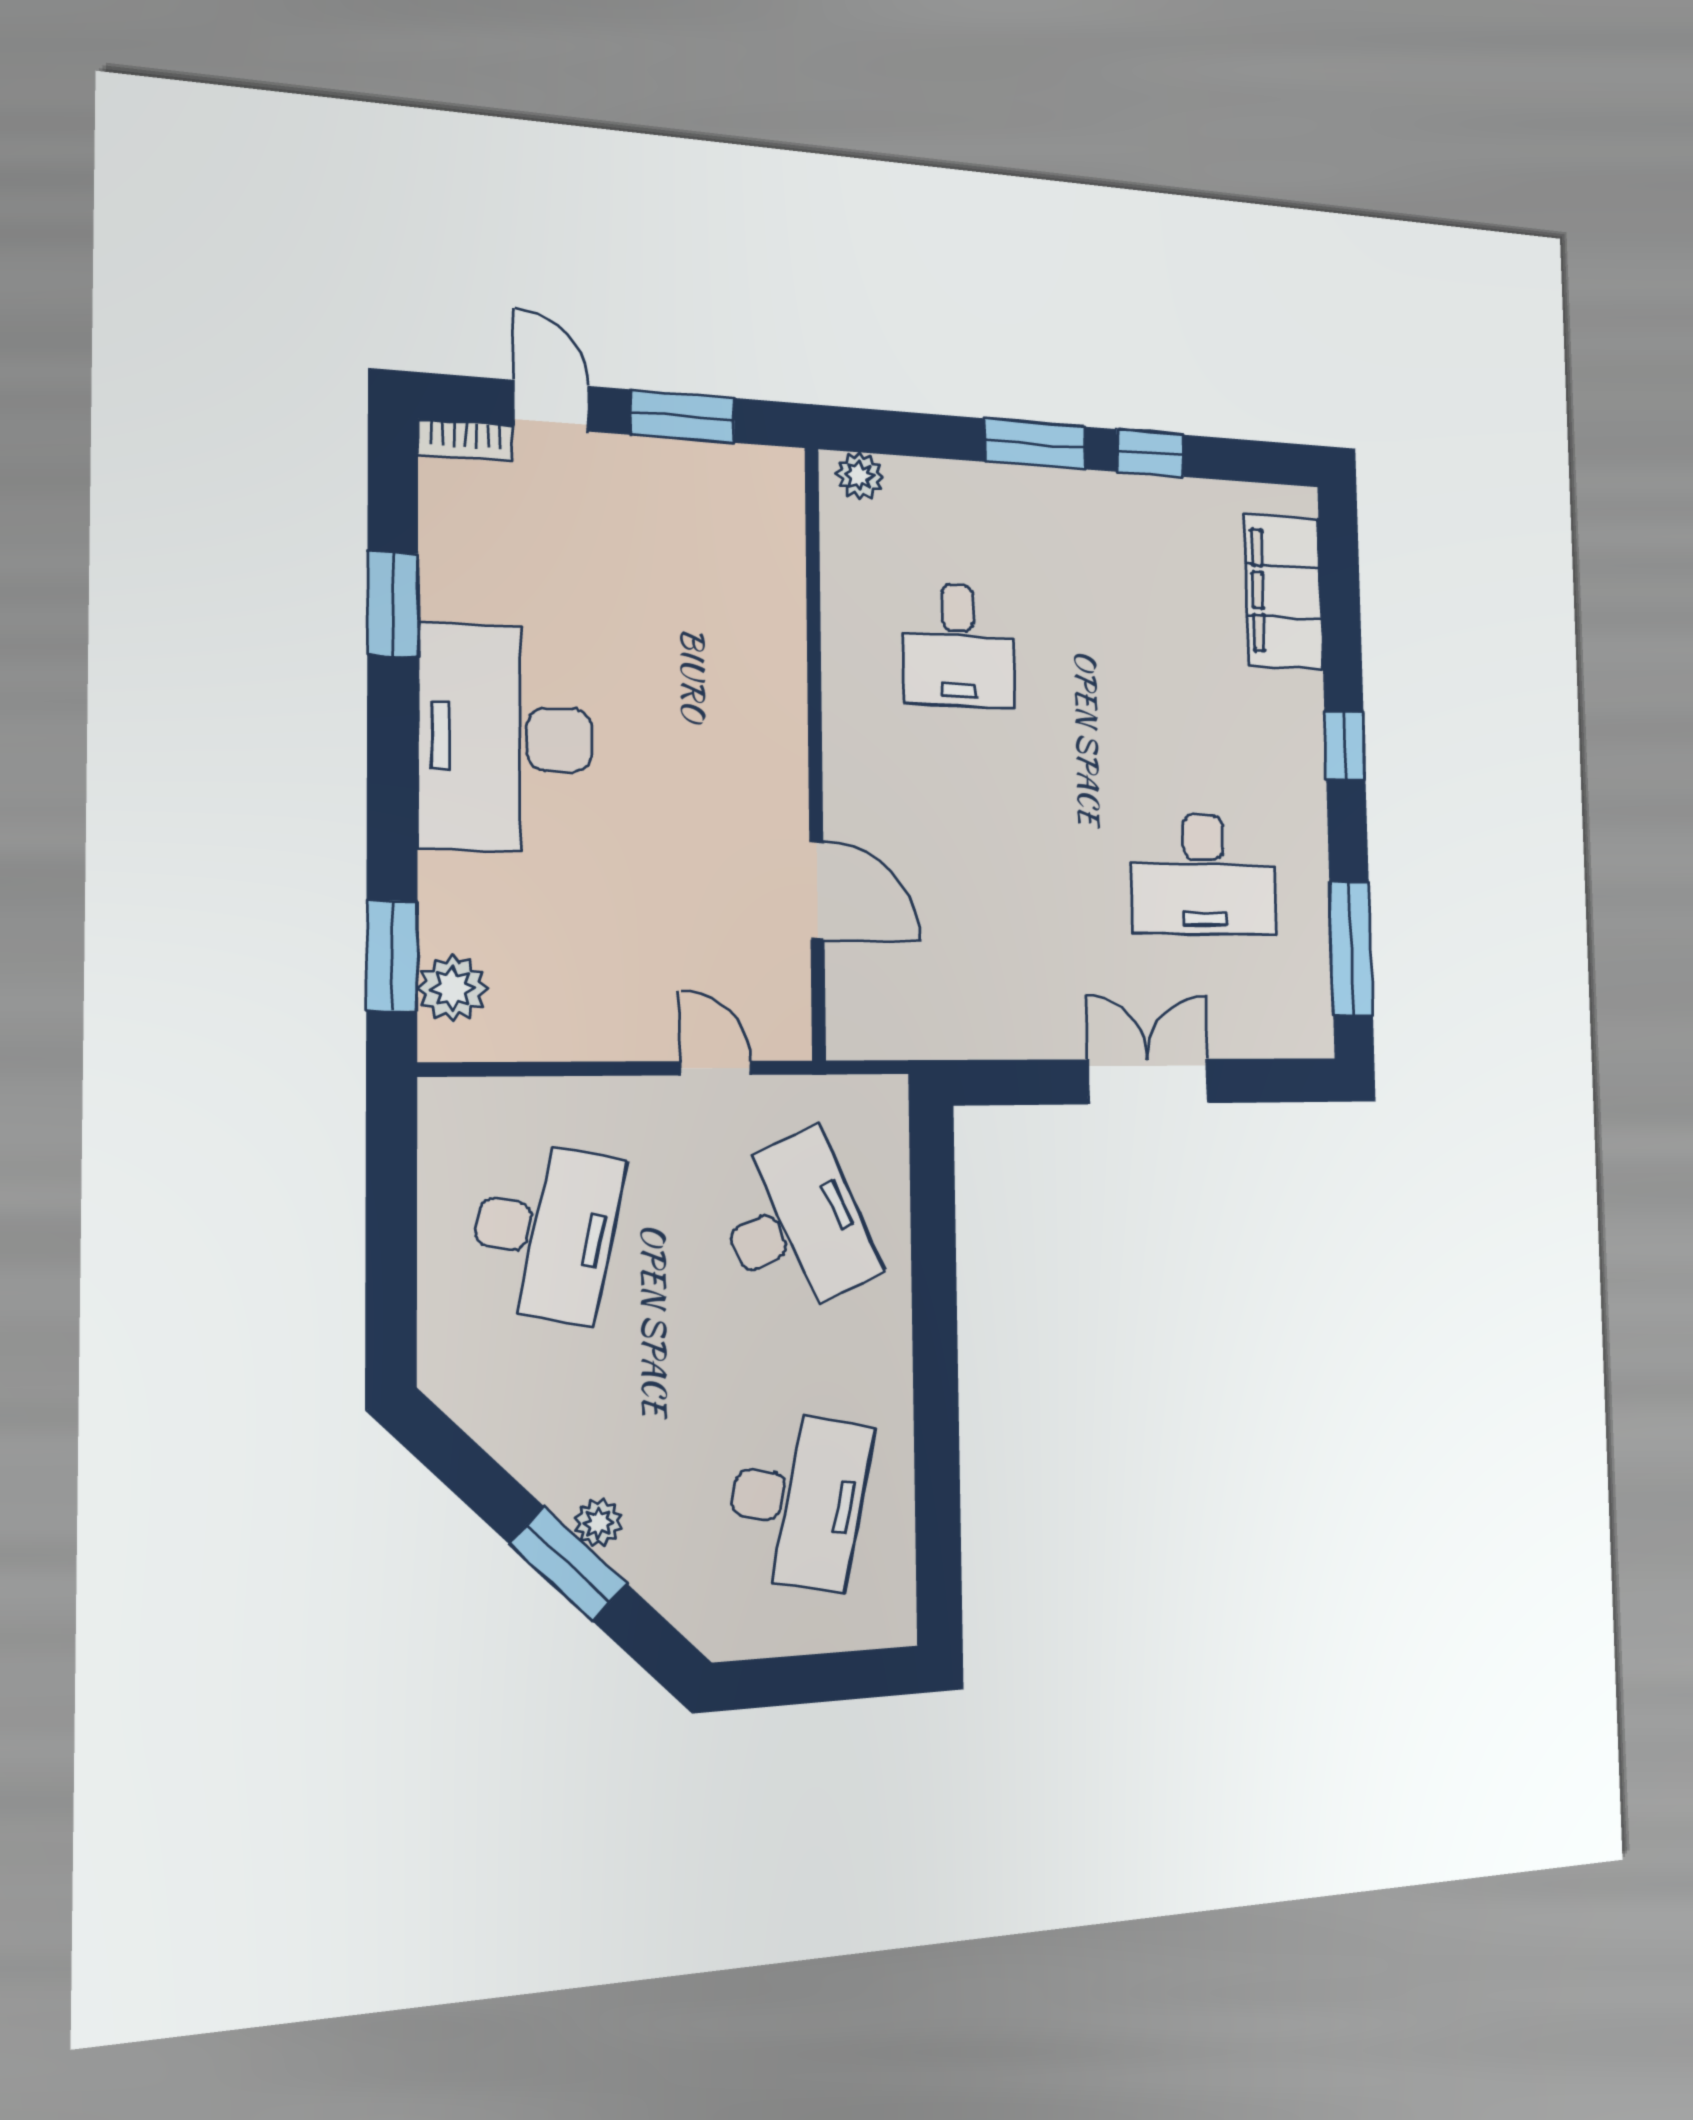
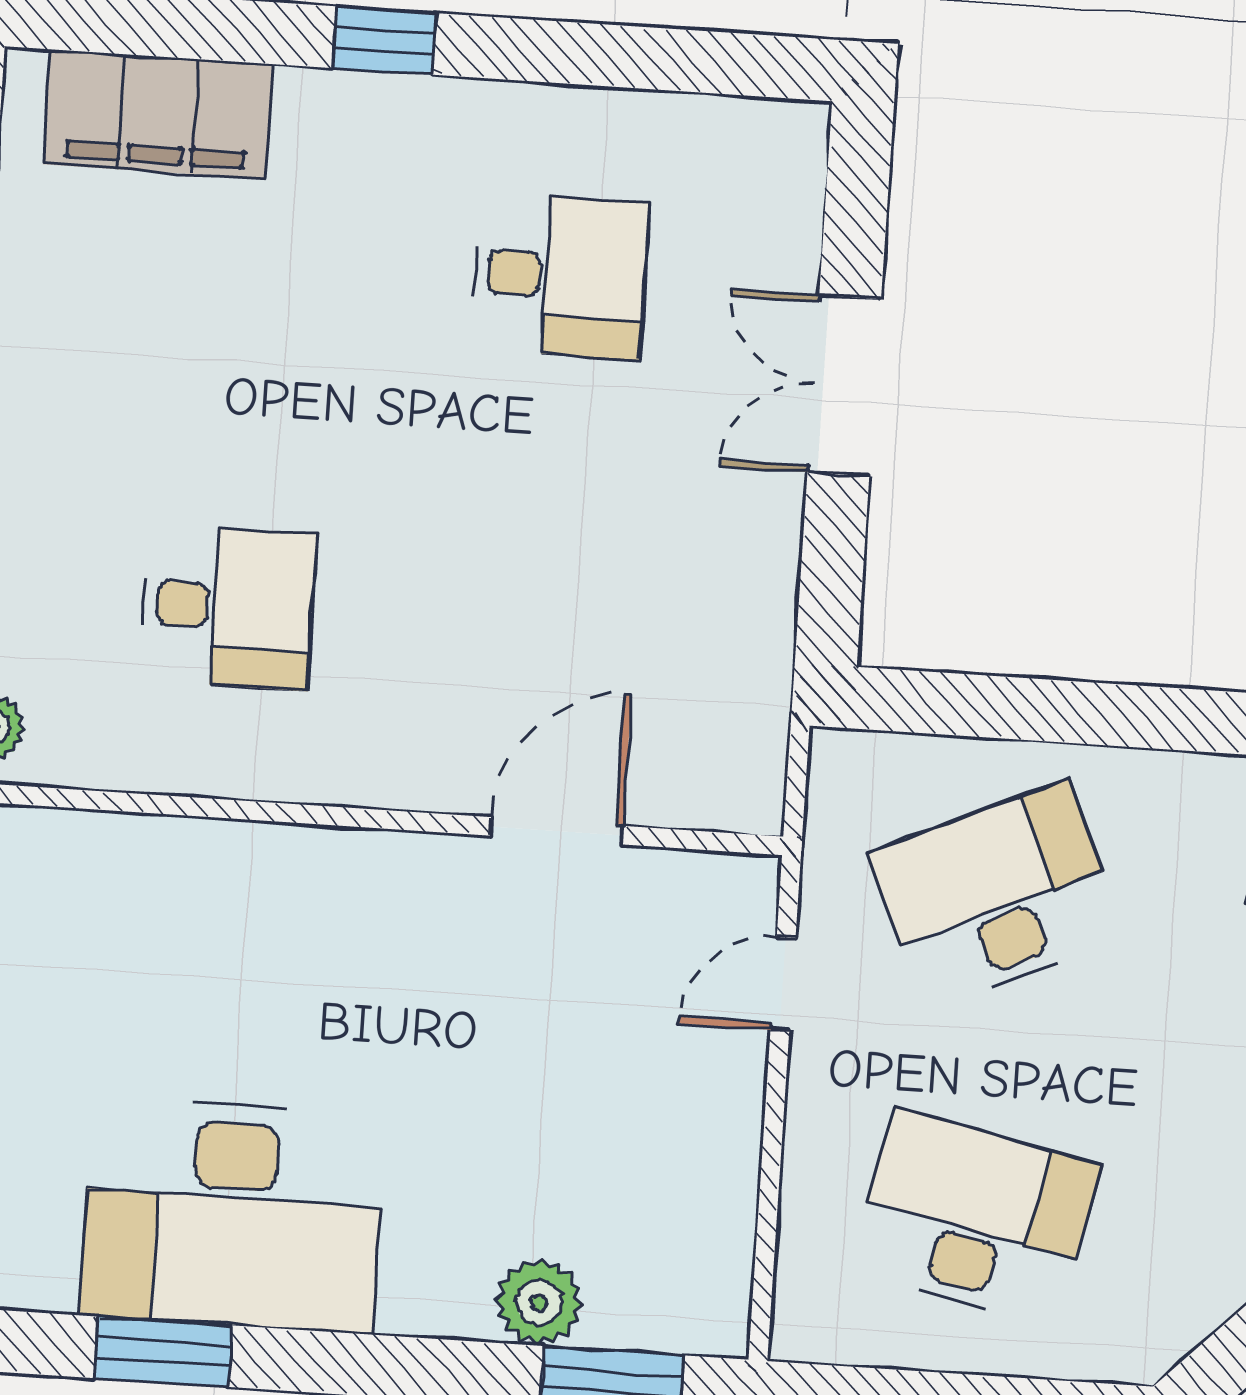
desk: (506, 738) -> (233, 1215), moved
desk: (1204, 874) -> (560, 276), width x0.73
window: (1351, 949) -> (678, 60), removed
plant: (453, 989) -> (539, 1302), moved

